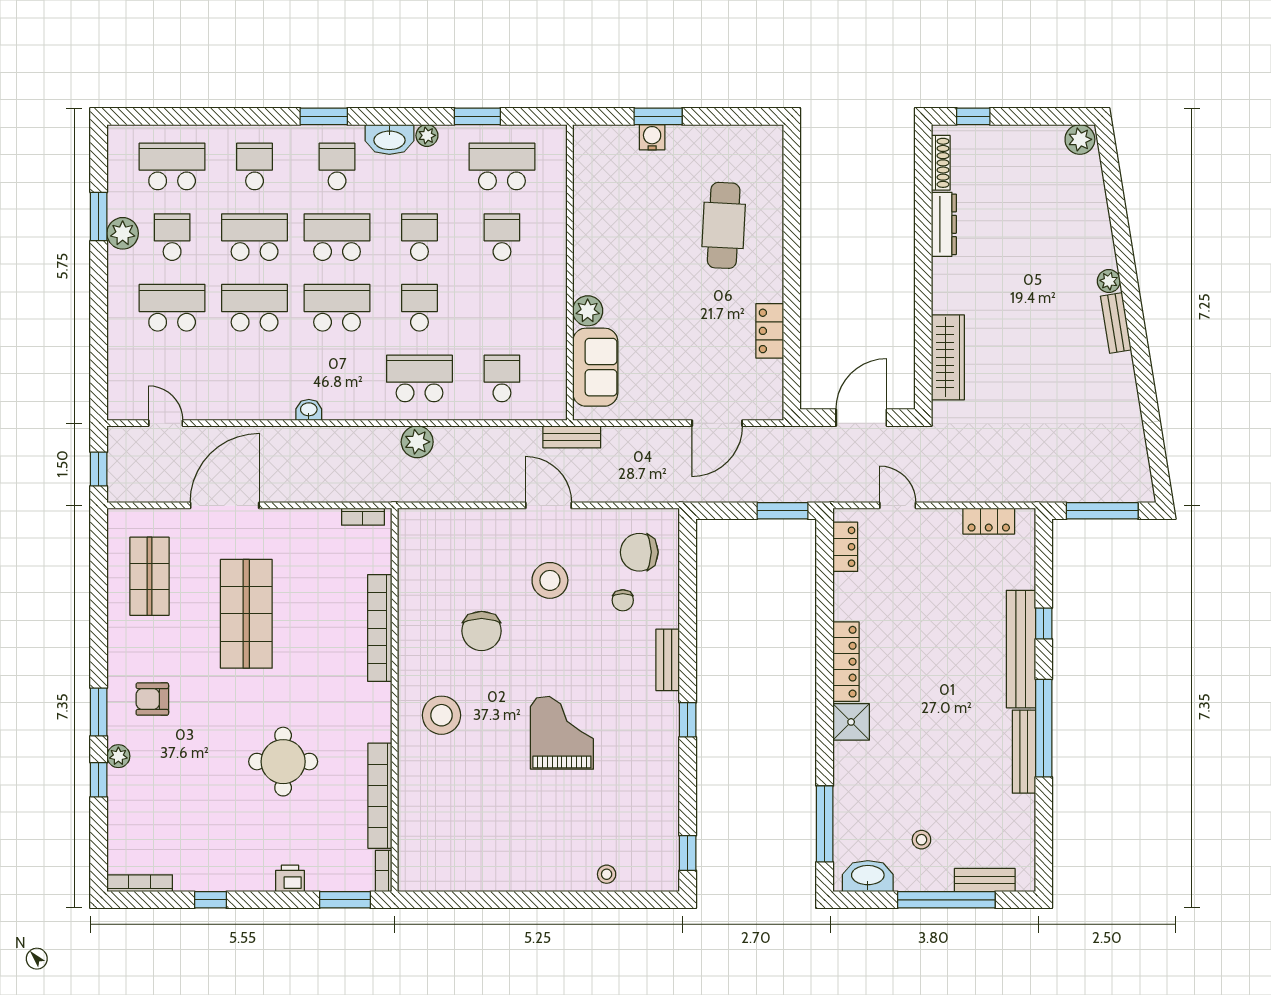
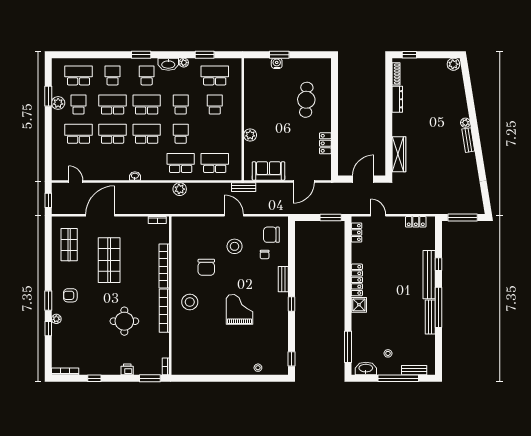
sofa: (595, 367) -> (269, 171), moved, turned -90
school desk: (502, 378) -> (215, 163), width x1.85
bookcase: (380, 796) -> (164, 311), moved

